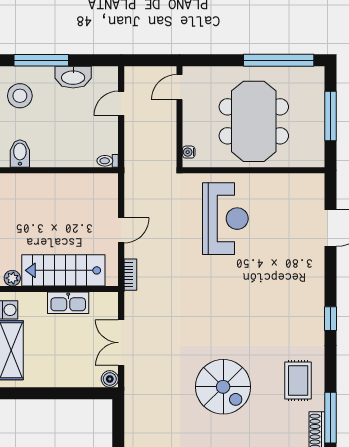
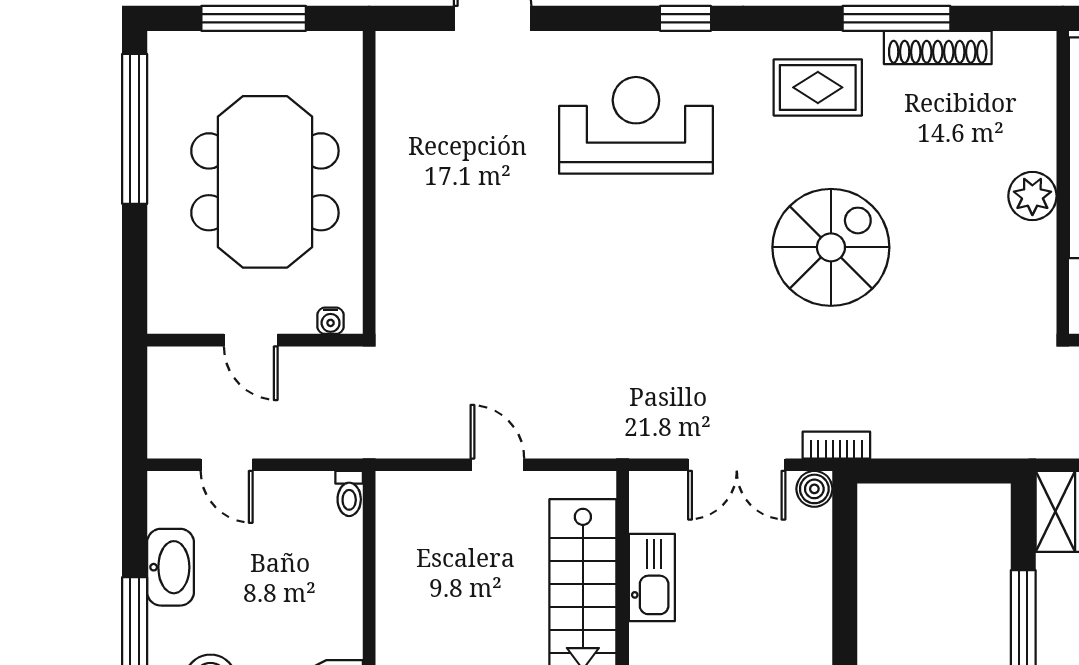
door: (180, 87) -> (251, 340), moved
meeting table: (254, 121) -> (265, 182), turned 90
reception desk: (225, 219) -> (636, 125), moved
bookcase: (130, 275) -> (836, 445), moved

